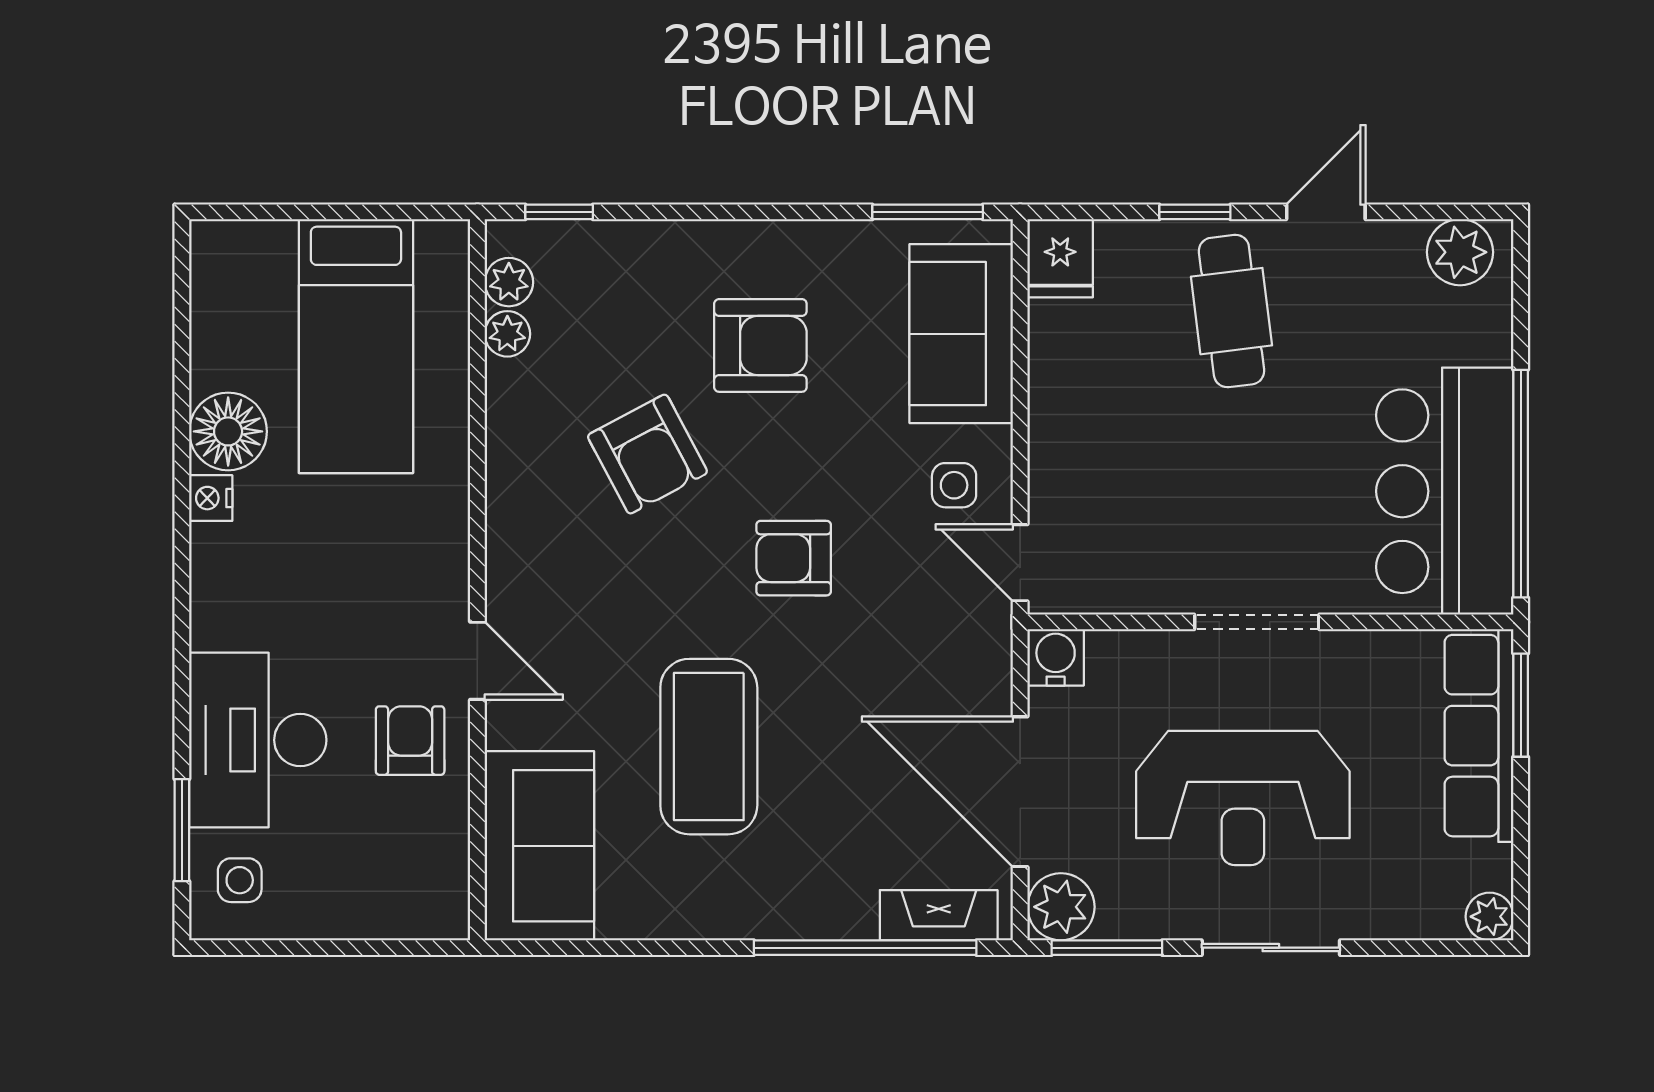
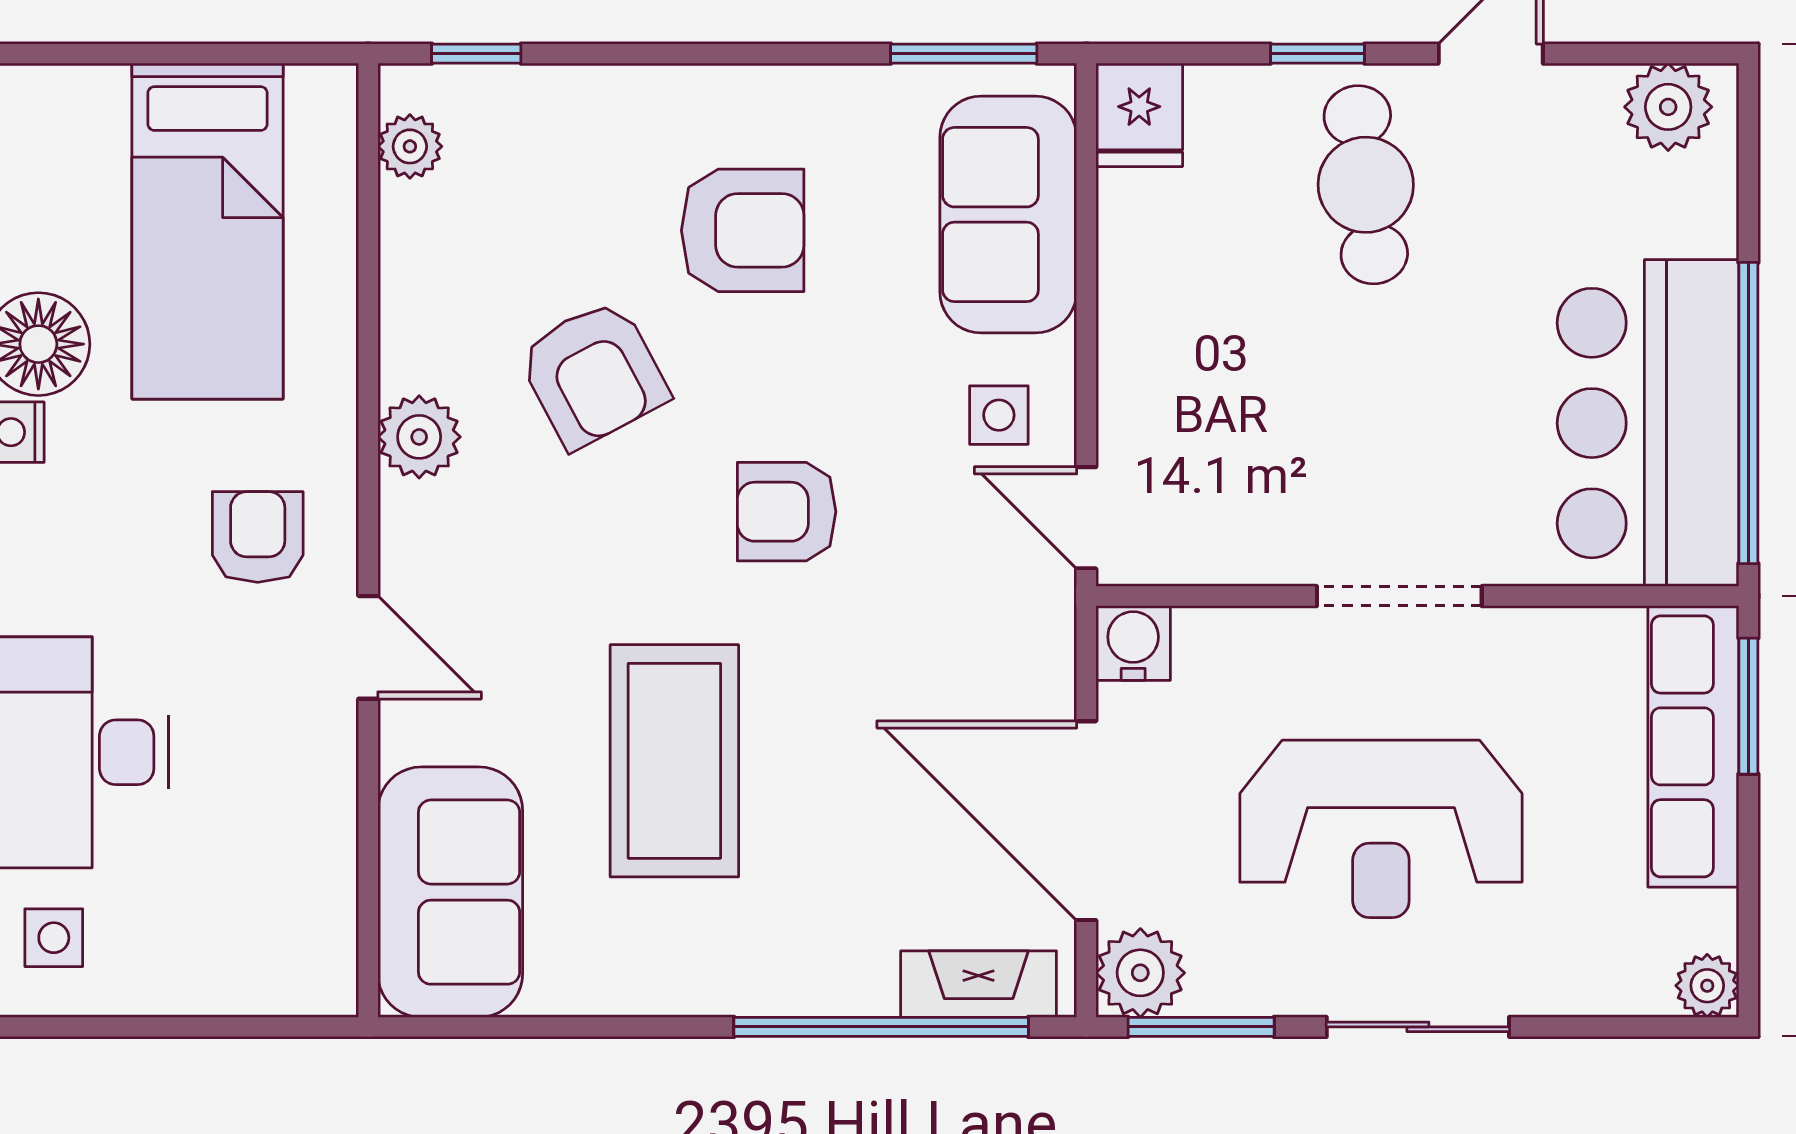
plant: (507, 334) -> (419, 437), moved, width x1.38, depth x1.38
armchair: (410, 741) -> (258, 537), moved

